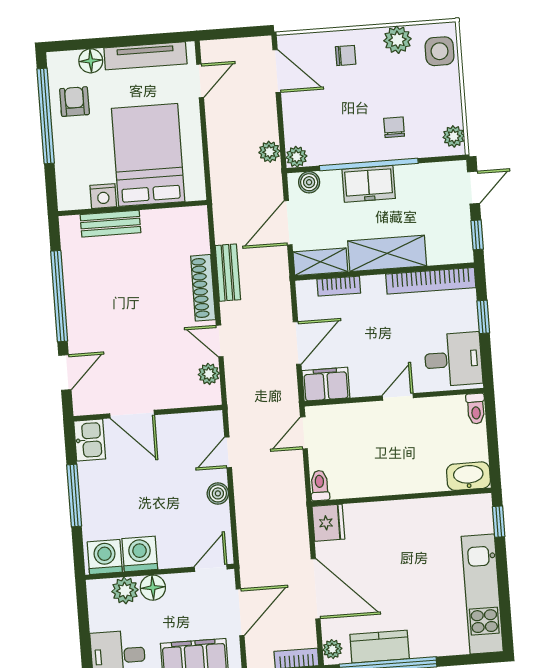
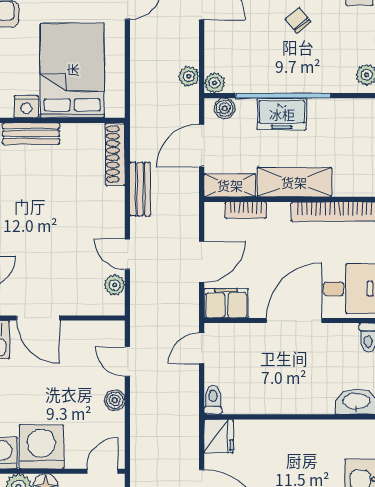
chair: (394, 127) -> (298, 20), moved, turned -40
shoe rack: (203, 288) -> (115, 154), moved
door: (398, 397) -> (294, 320), width x1.87
door: (228, 452) -> (127, 361), hinge flipped
washing machine: (140, 554) -> (41, 447), width x1.37, depth x1.37

